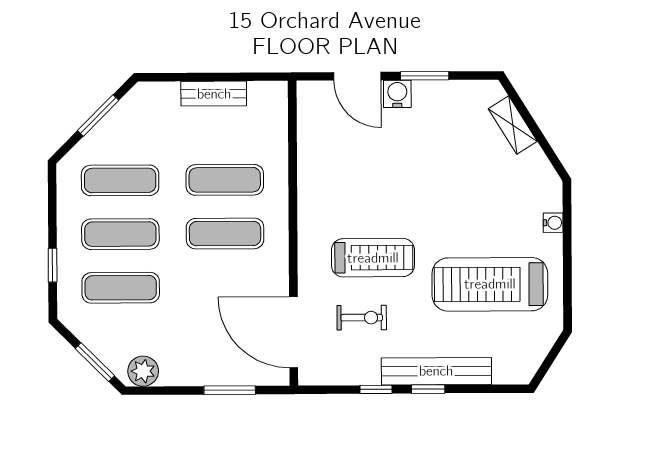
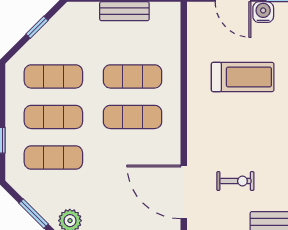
window: (98, 115) -> (37, 27), width x0.67
treadmill: (373, 258) -> (243, 77), moved

